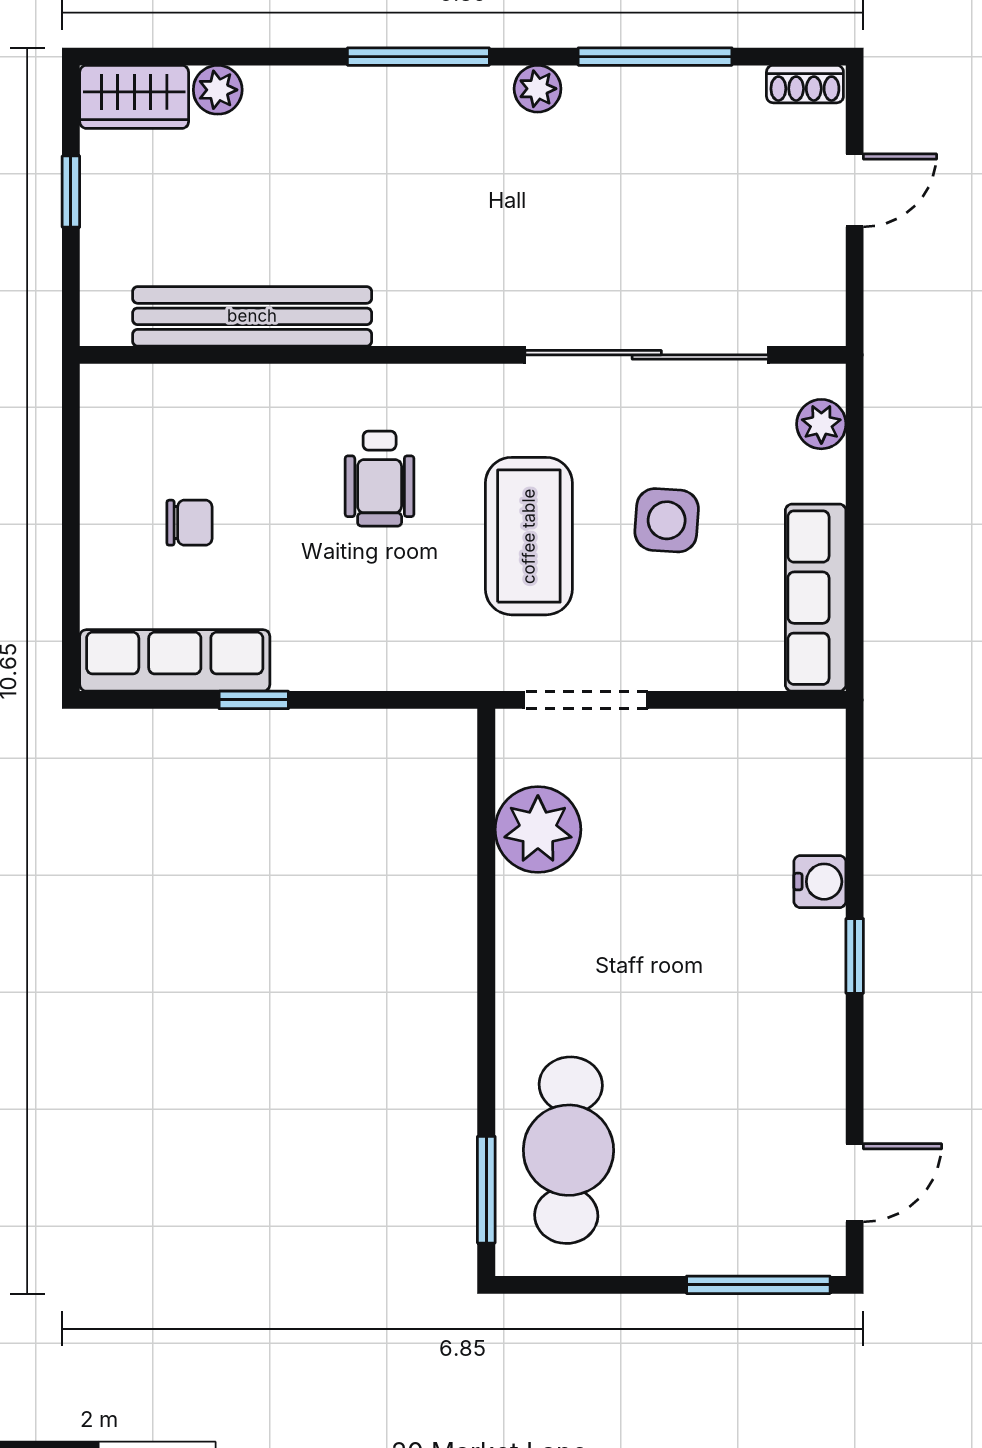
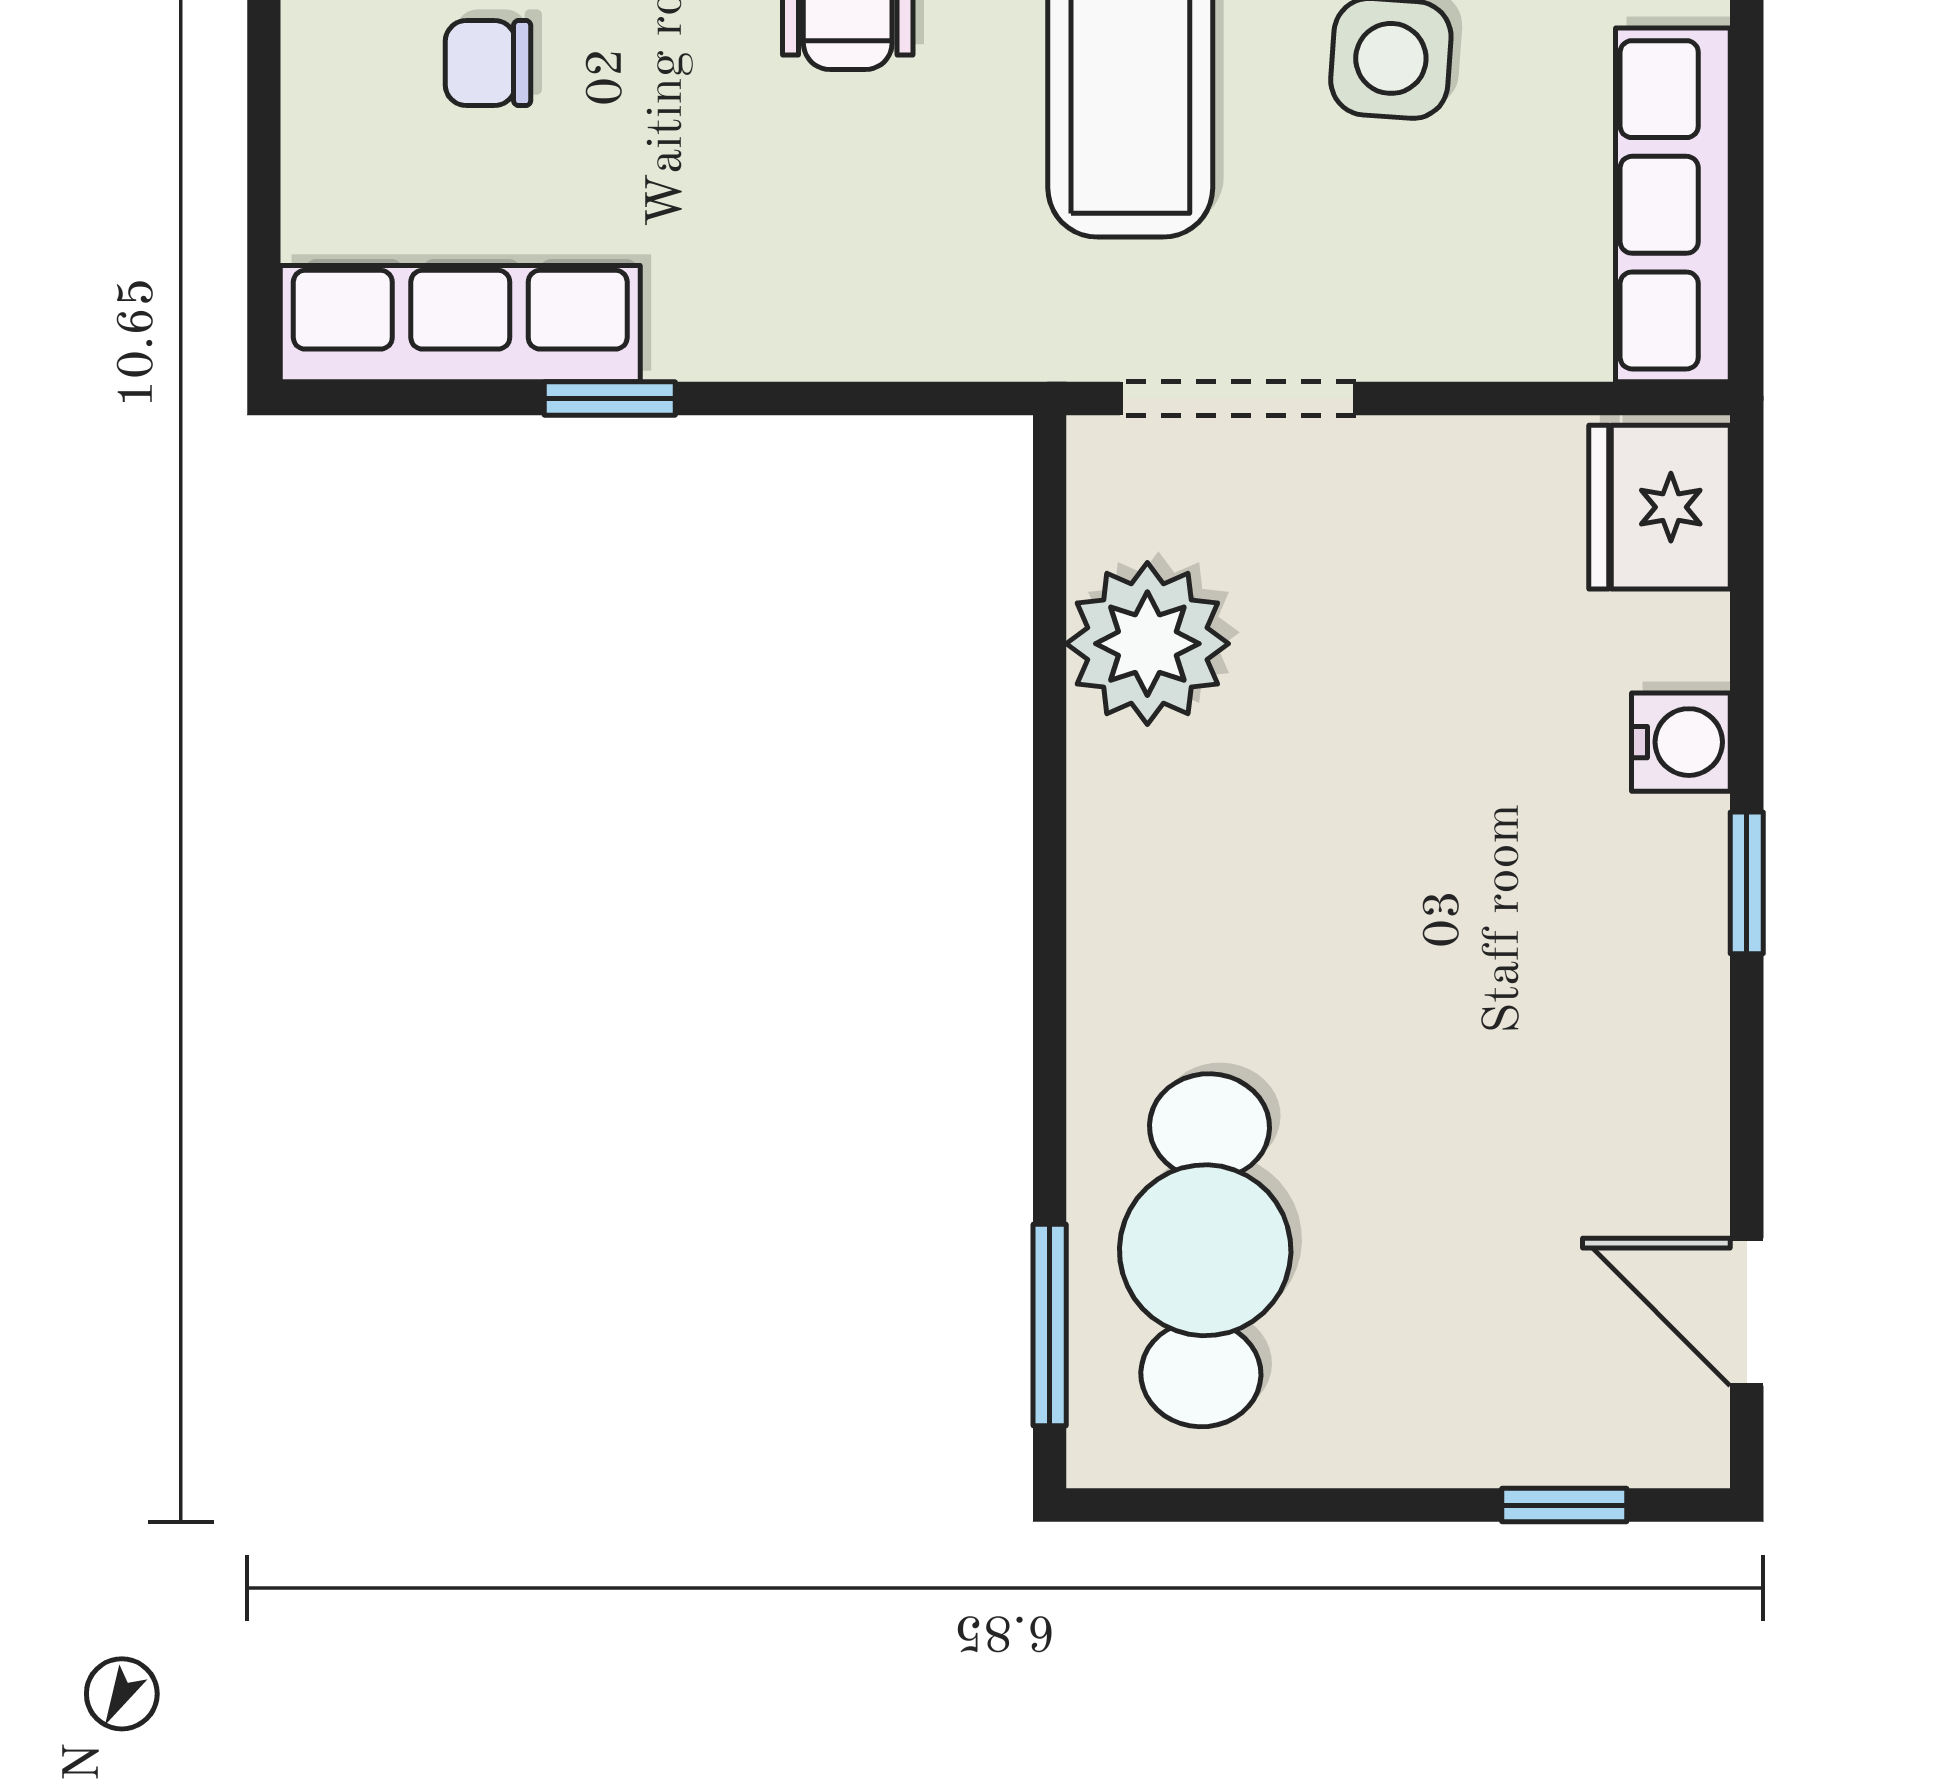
chair: (189, 523) -> (488, 63), turned 180
fridge: (809, 757) -> (1660, 507), added
door: (855, 1183) -> (1747, 1312), swing flipped
window: (758, 1285) -> (1564, 1505), width x0.46

